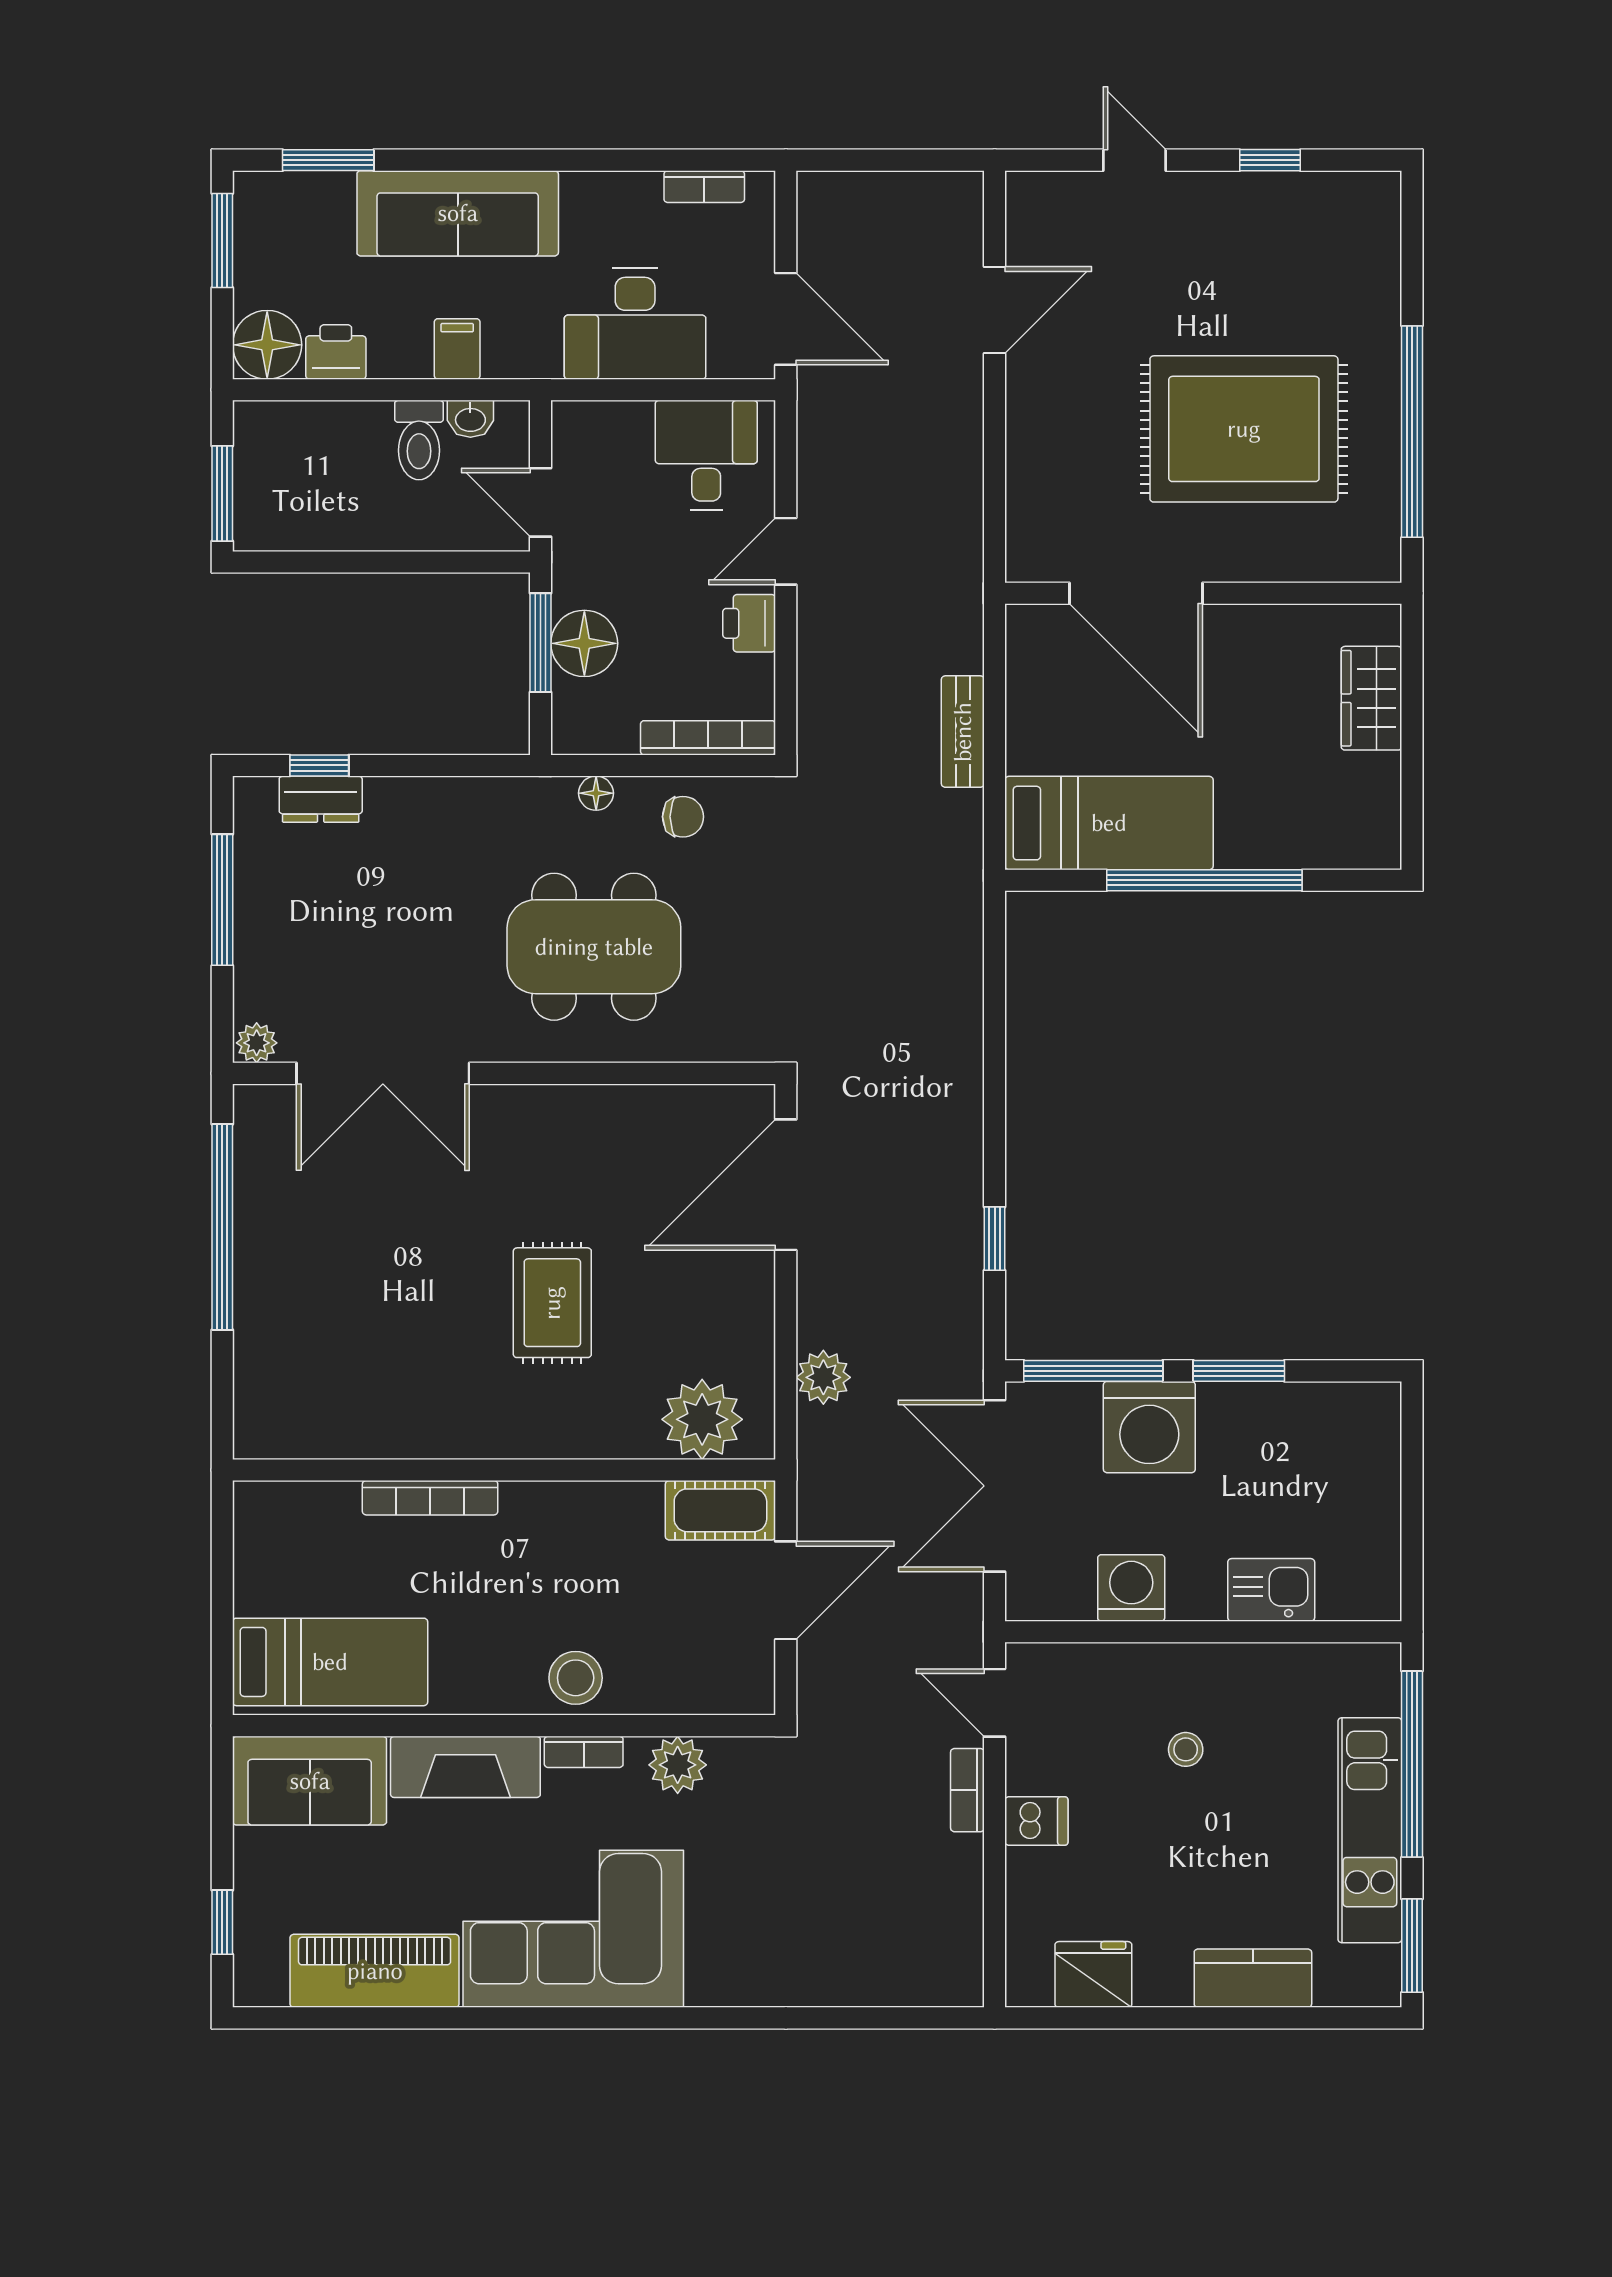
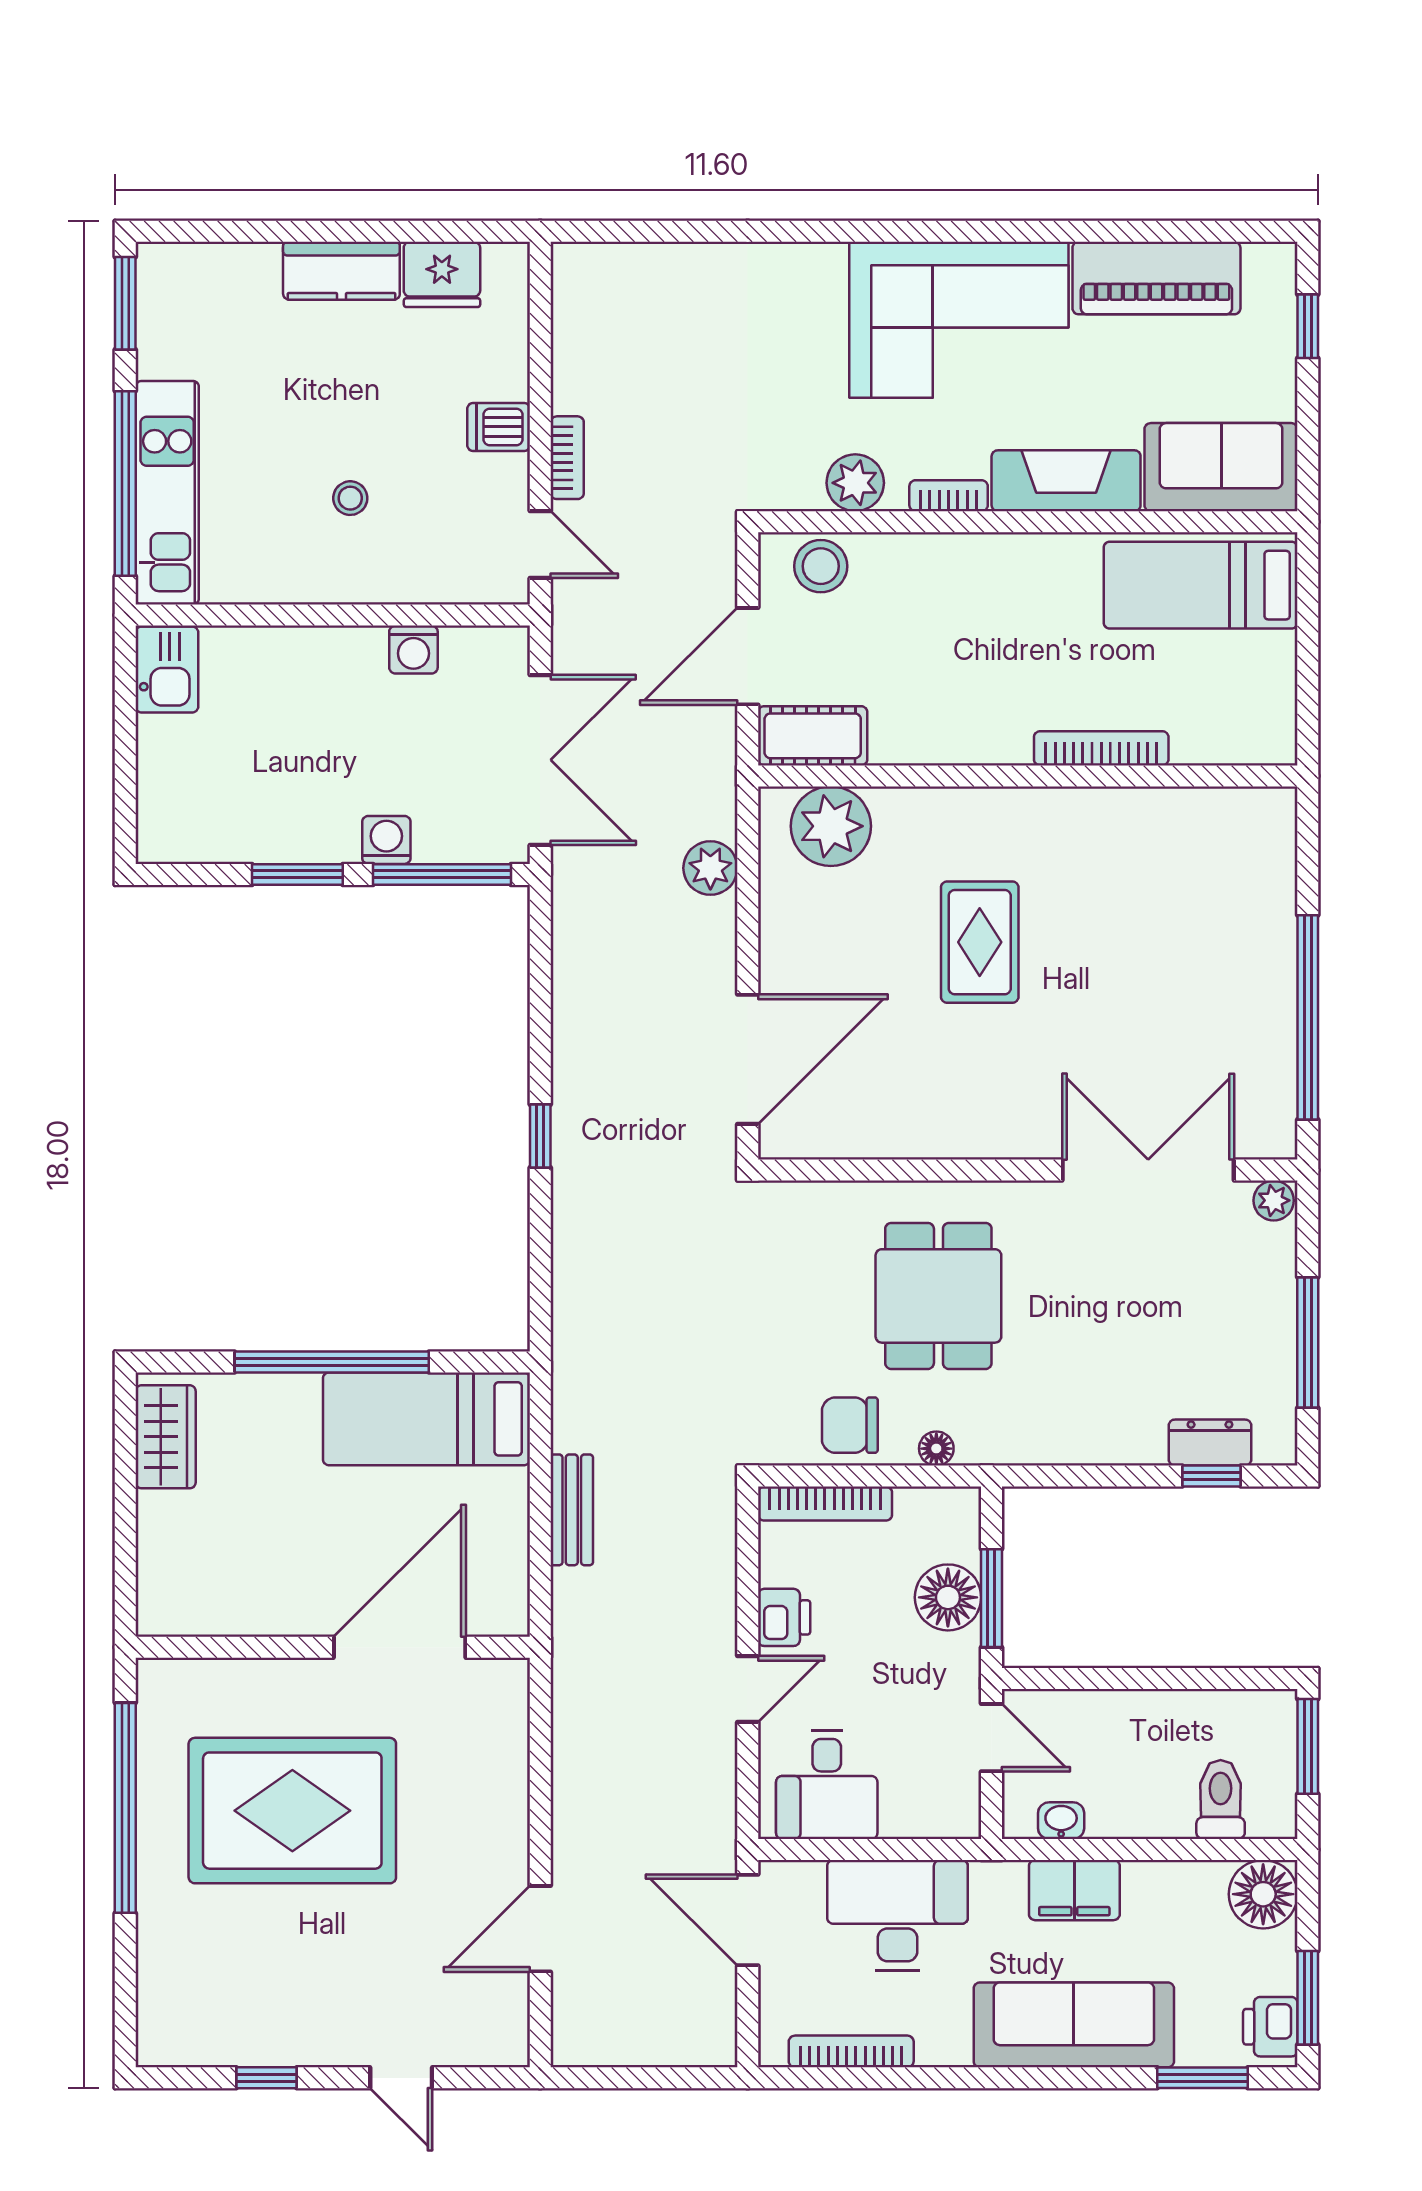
bookcase: (704, 187) -> (851, 2051), width x1.56
filing cabinet: (457, 349) -> (1074, 1890), width x2.00
printer: (336, 352) -> (1270, 2027), moved, turned 90
toilet: (419, 440) -> (1221, 1800), moved
door: (1136, 593) -> (400, 1647), hinge flipped
wardrobe: (1371, 698) -> (166, 1437), moved
chair: (683, 817) -> (850, 1425), width x1.37, depth x1.37
dining table: (594, 947) -> (938, 1296), width x0.73
window: (995, 1239) -> (540, 1136), moved
washing machine: (1149, 1427) -> (386, 840), width x0.53, depth x0.53
washing machine: (1131, 1588) -> (413, 650), width x0.73, depth x0.73
kitchen sink: (1271, 1590) -> (167, 670), moved, turned -90
stool: (576, 1678) -> (821, 566), moved
kitchen unit: (1370, 1830) -> (167, 493), moved
kitchen counter: (1253, 1978) -> (341, 271), moved

